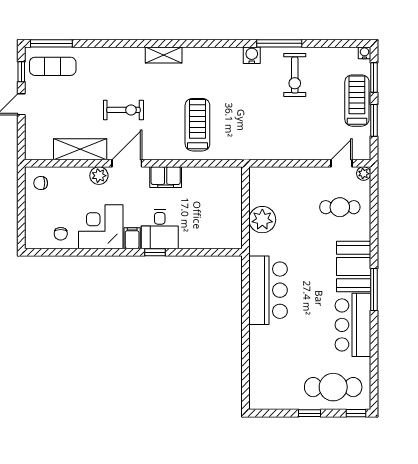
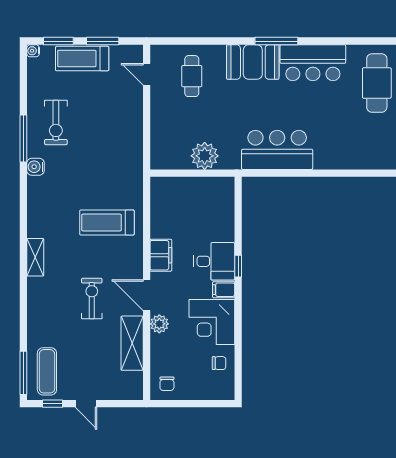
exercise bike: (295, 75) -> (56, 122), turned 90
plant: (364, 174) -> (157, 52), removed

